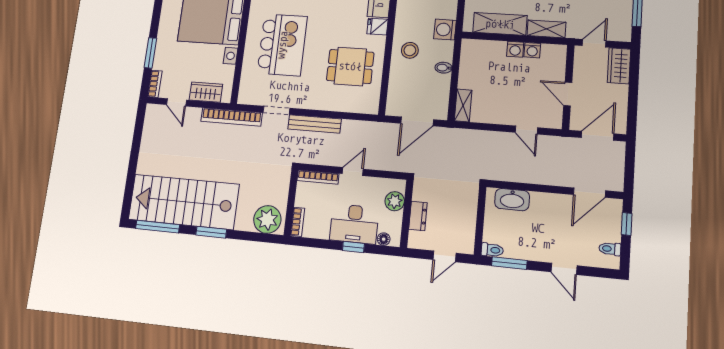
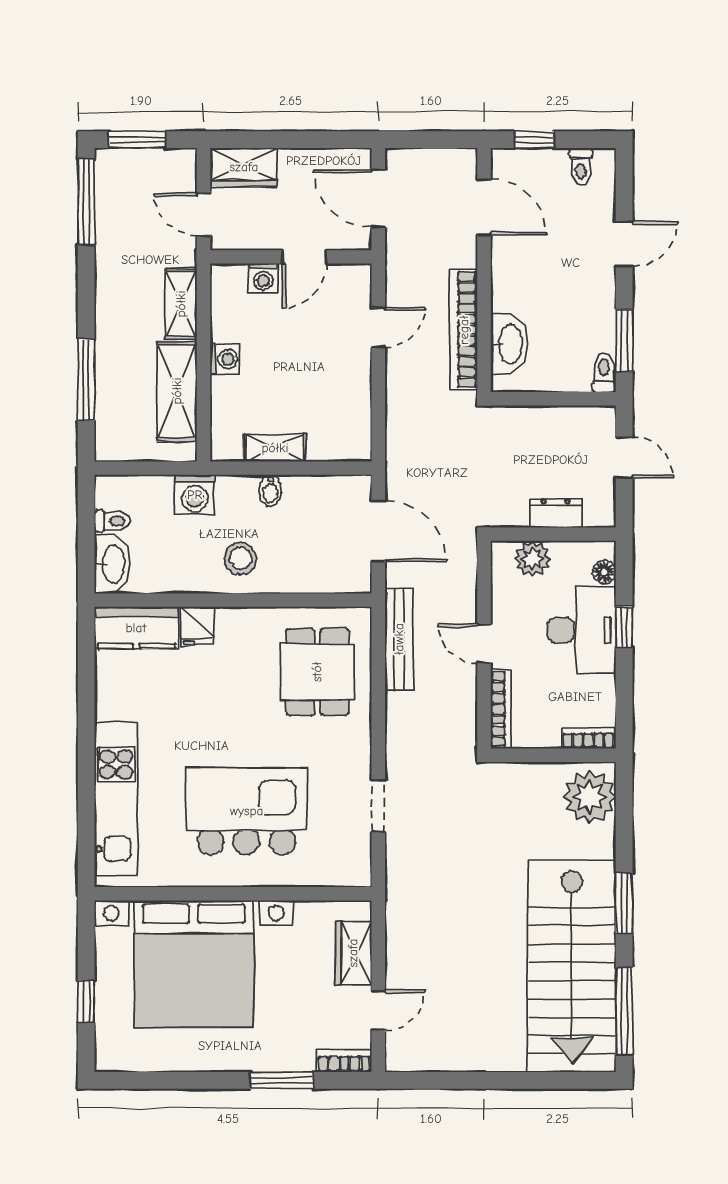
washing machine: (532, 50) -> (263, 278), moved, turned 90
dining table: (350, 66) -> (317, 672), moved
shelving: (463, 105) -> (275, 448), moved
bookcase: (231, 117) -> (464, 330), moved, turned 180
bench: (315, 124) -> (399, 639), moved

